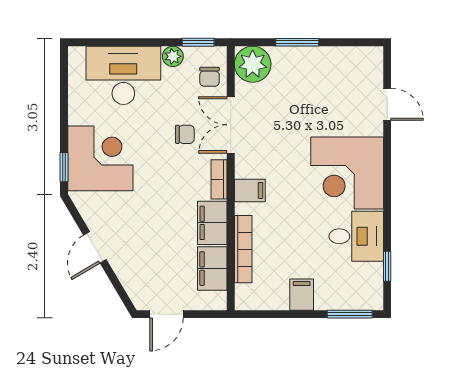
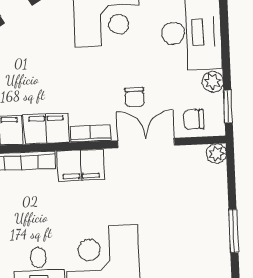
window: (297, 42) -> (233, 231), moved
plant: (253, 64) -> (216, 154), width x0.53, depth x0.53
filing cabinet: (250, 190) -> (81, 165), width x2.00

